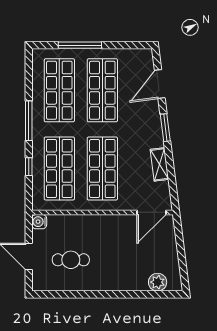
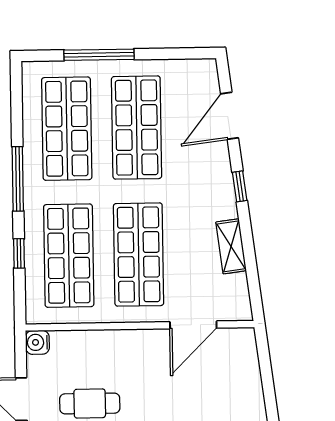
window: (165, 128) -> (240, 186), width x0.67
door: (152, 212) -> (193, 325), moved

